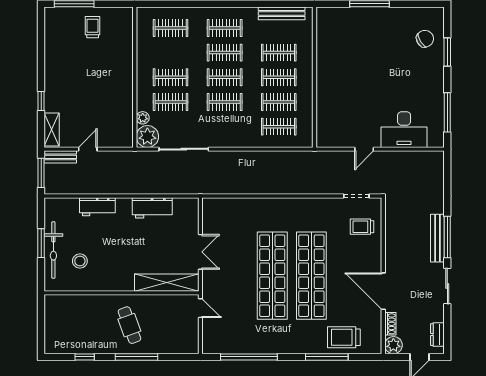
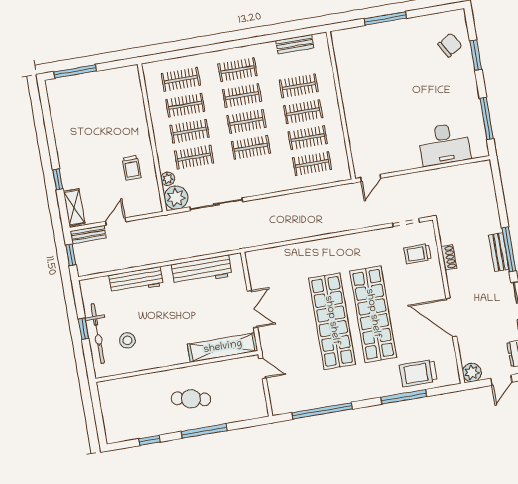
bench: (282, 13) -> (295, 44), width x0.73
trolley: (93, 27) -> (132, 168), moved, turned 180
clothes rail: (171, 53) -> (185, 105), added
door: (364, 149) -> (371, 178), moved
window: (41, 173) -> (71, 255), width x0.67
workbench: (97, 207) -> (136, 280), width x1.38
workbench: (152, 208) -> (202, 270), width x1.38
bench: (437, 238) -> (499, 252), width x0.73
window: (41, 243) -> (83, 329), width x0.67
shoe rack: (390, 324) -> (449, 257), moved
cafe table: (129, 325) -> (191, 399), turned -58

